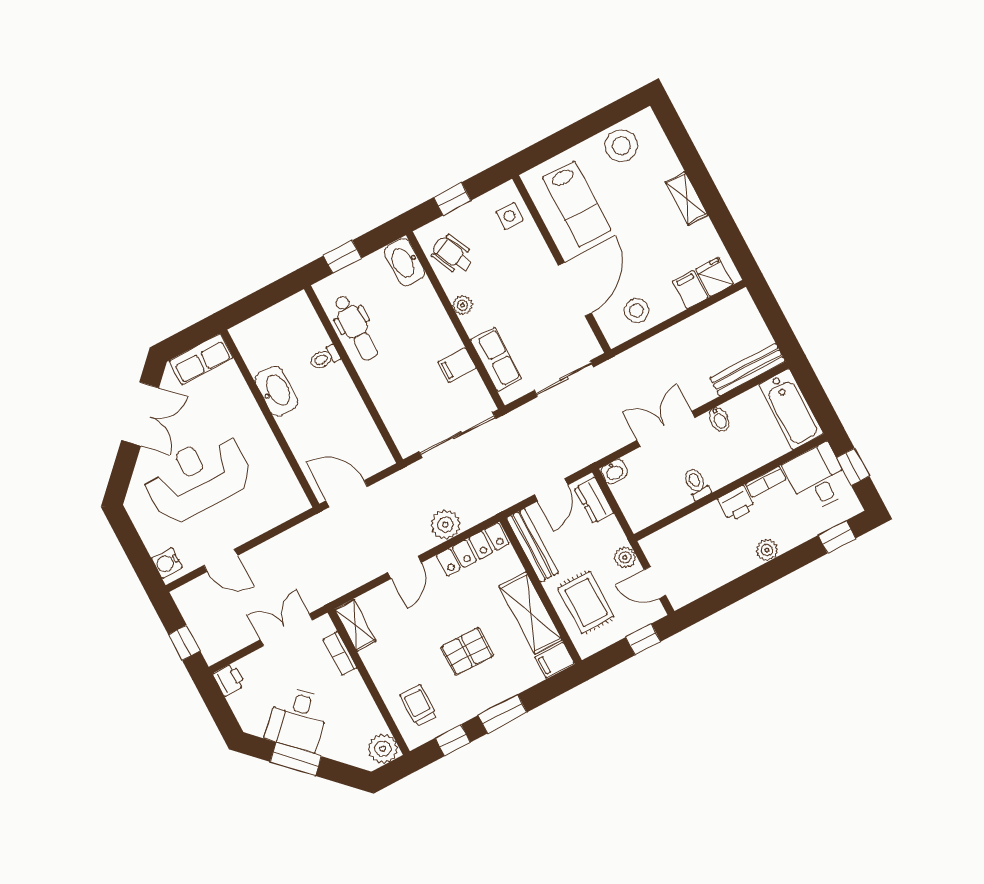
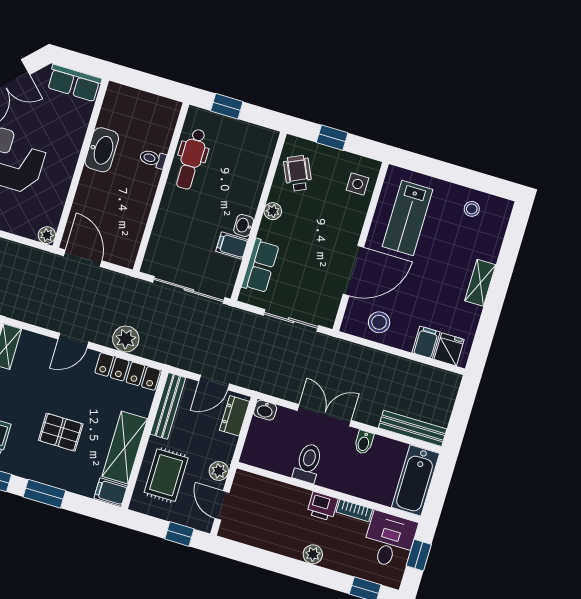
stool: (621, 146) -> (472, 209), width x0.53, depth x0.53
washbasin: (405, 262) -> (244, 225), moved, width x0.52, depth x0.69
toilet: (696, 484) -> (308, 463), width x1.37, depth x1.39
plant: (300, 503) -> (47, 235), added

